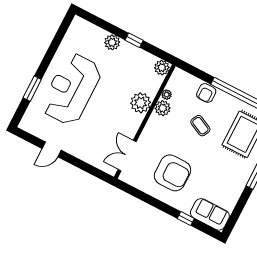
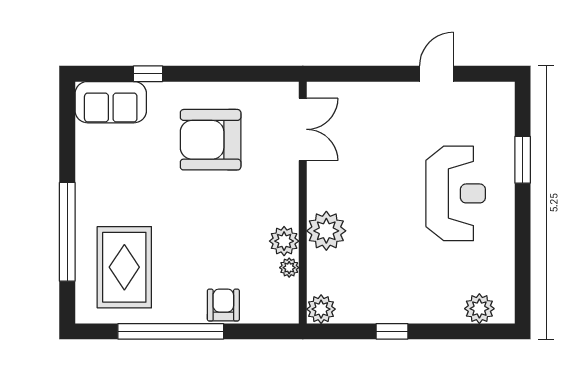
plant: (112, 42) -> (479, 309), moved
reception desk: (71, 89) -> (456, 193), width x0.74, depth x0.77
coffee table: (200, 126) -> (205, 244), removed

